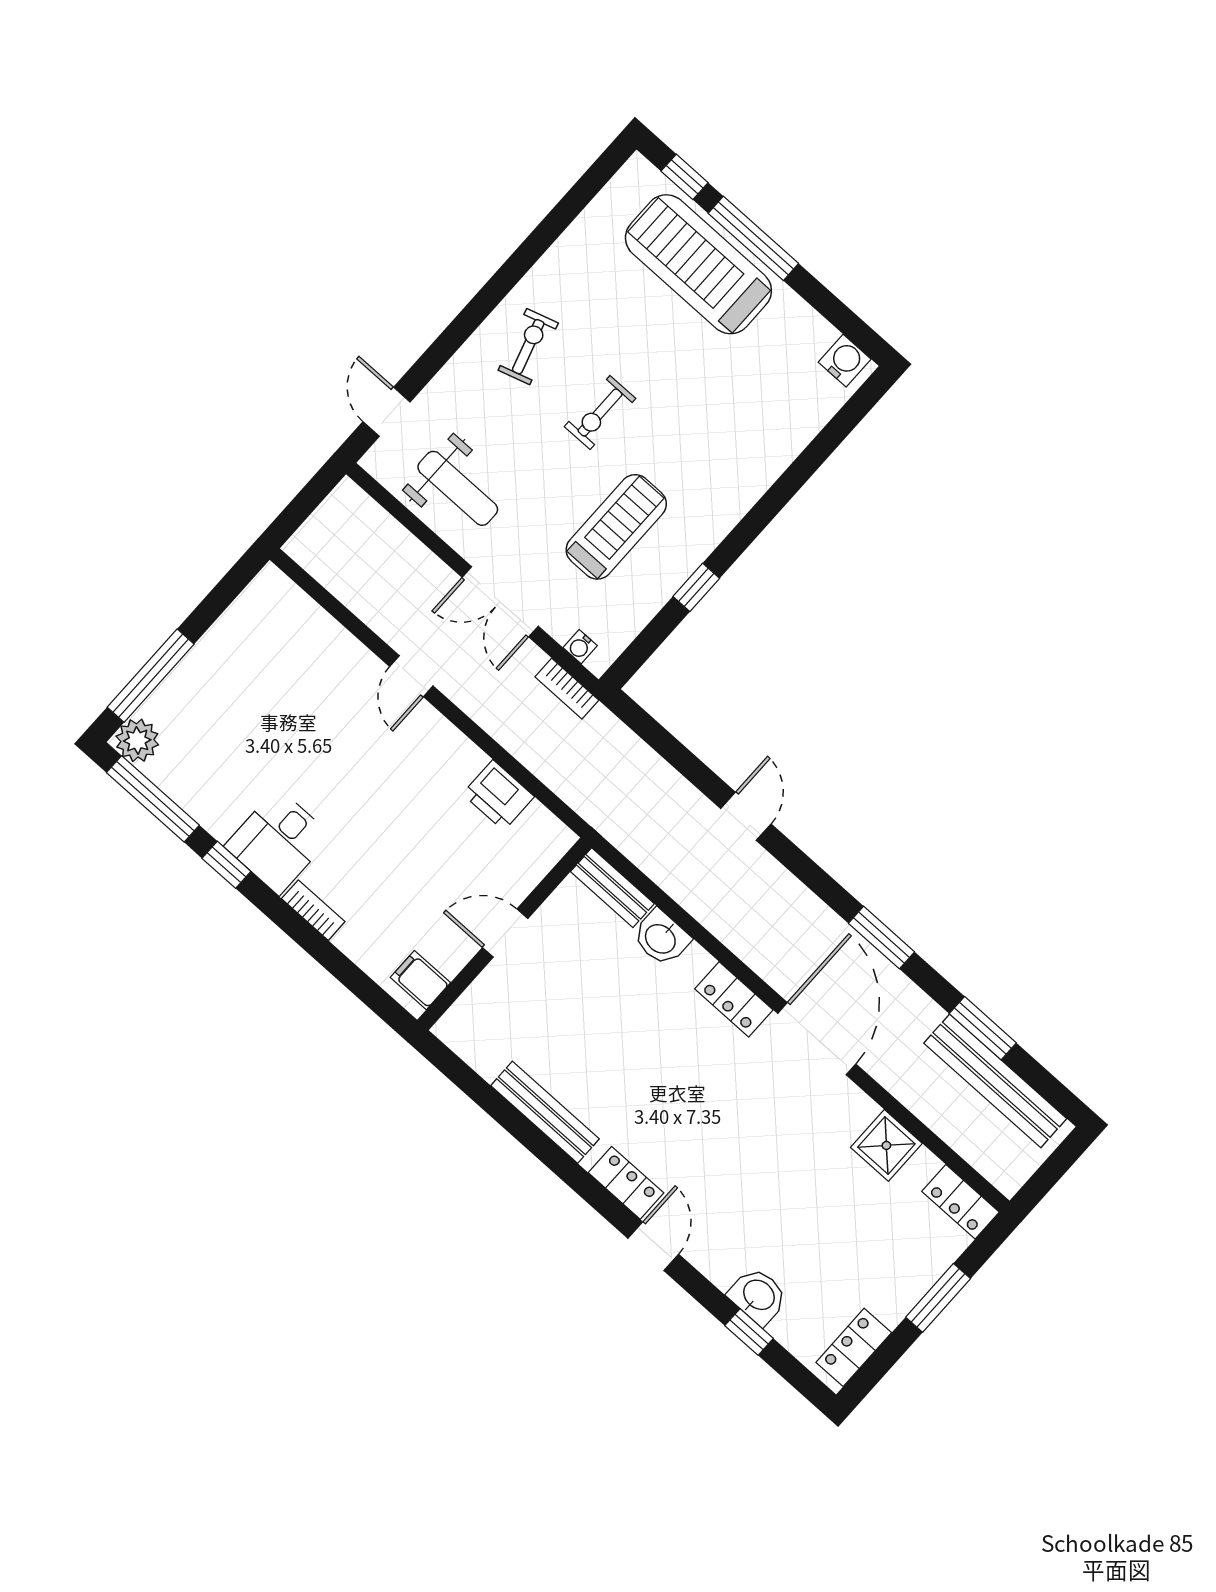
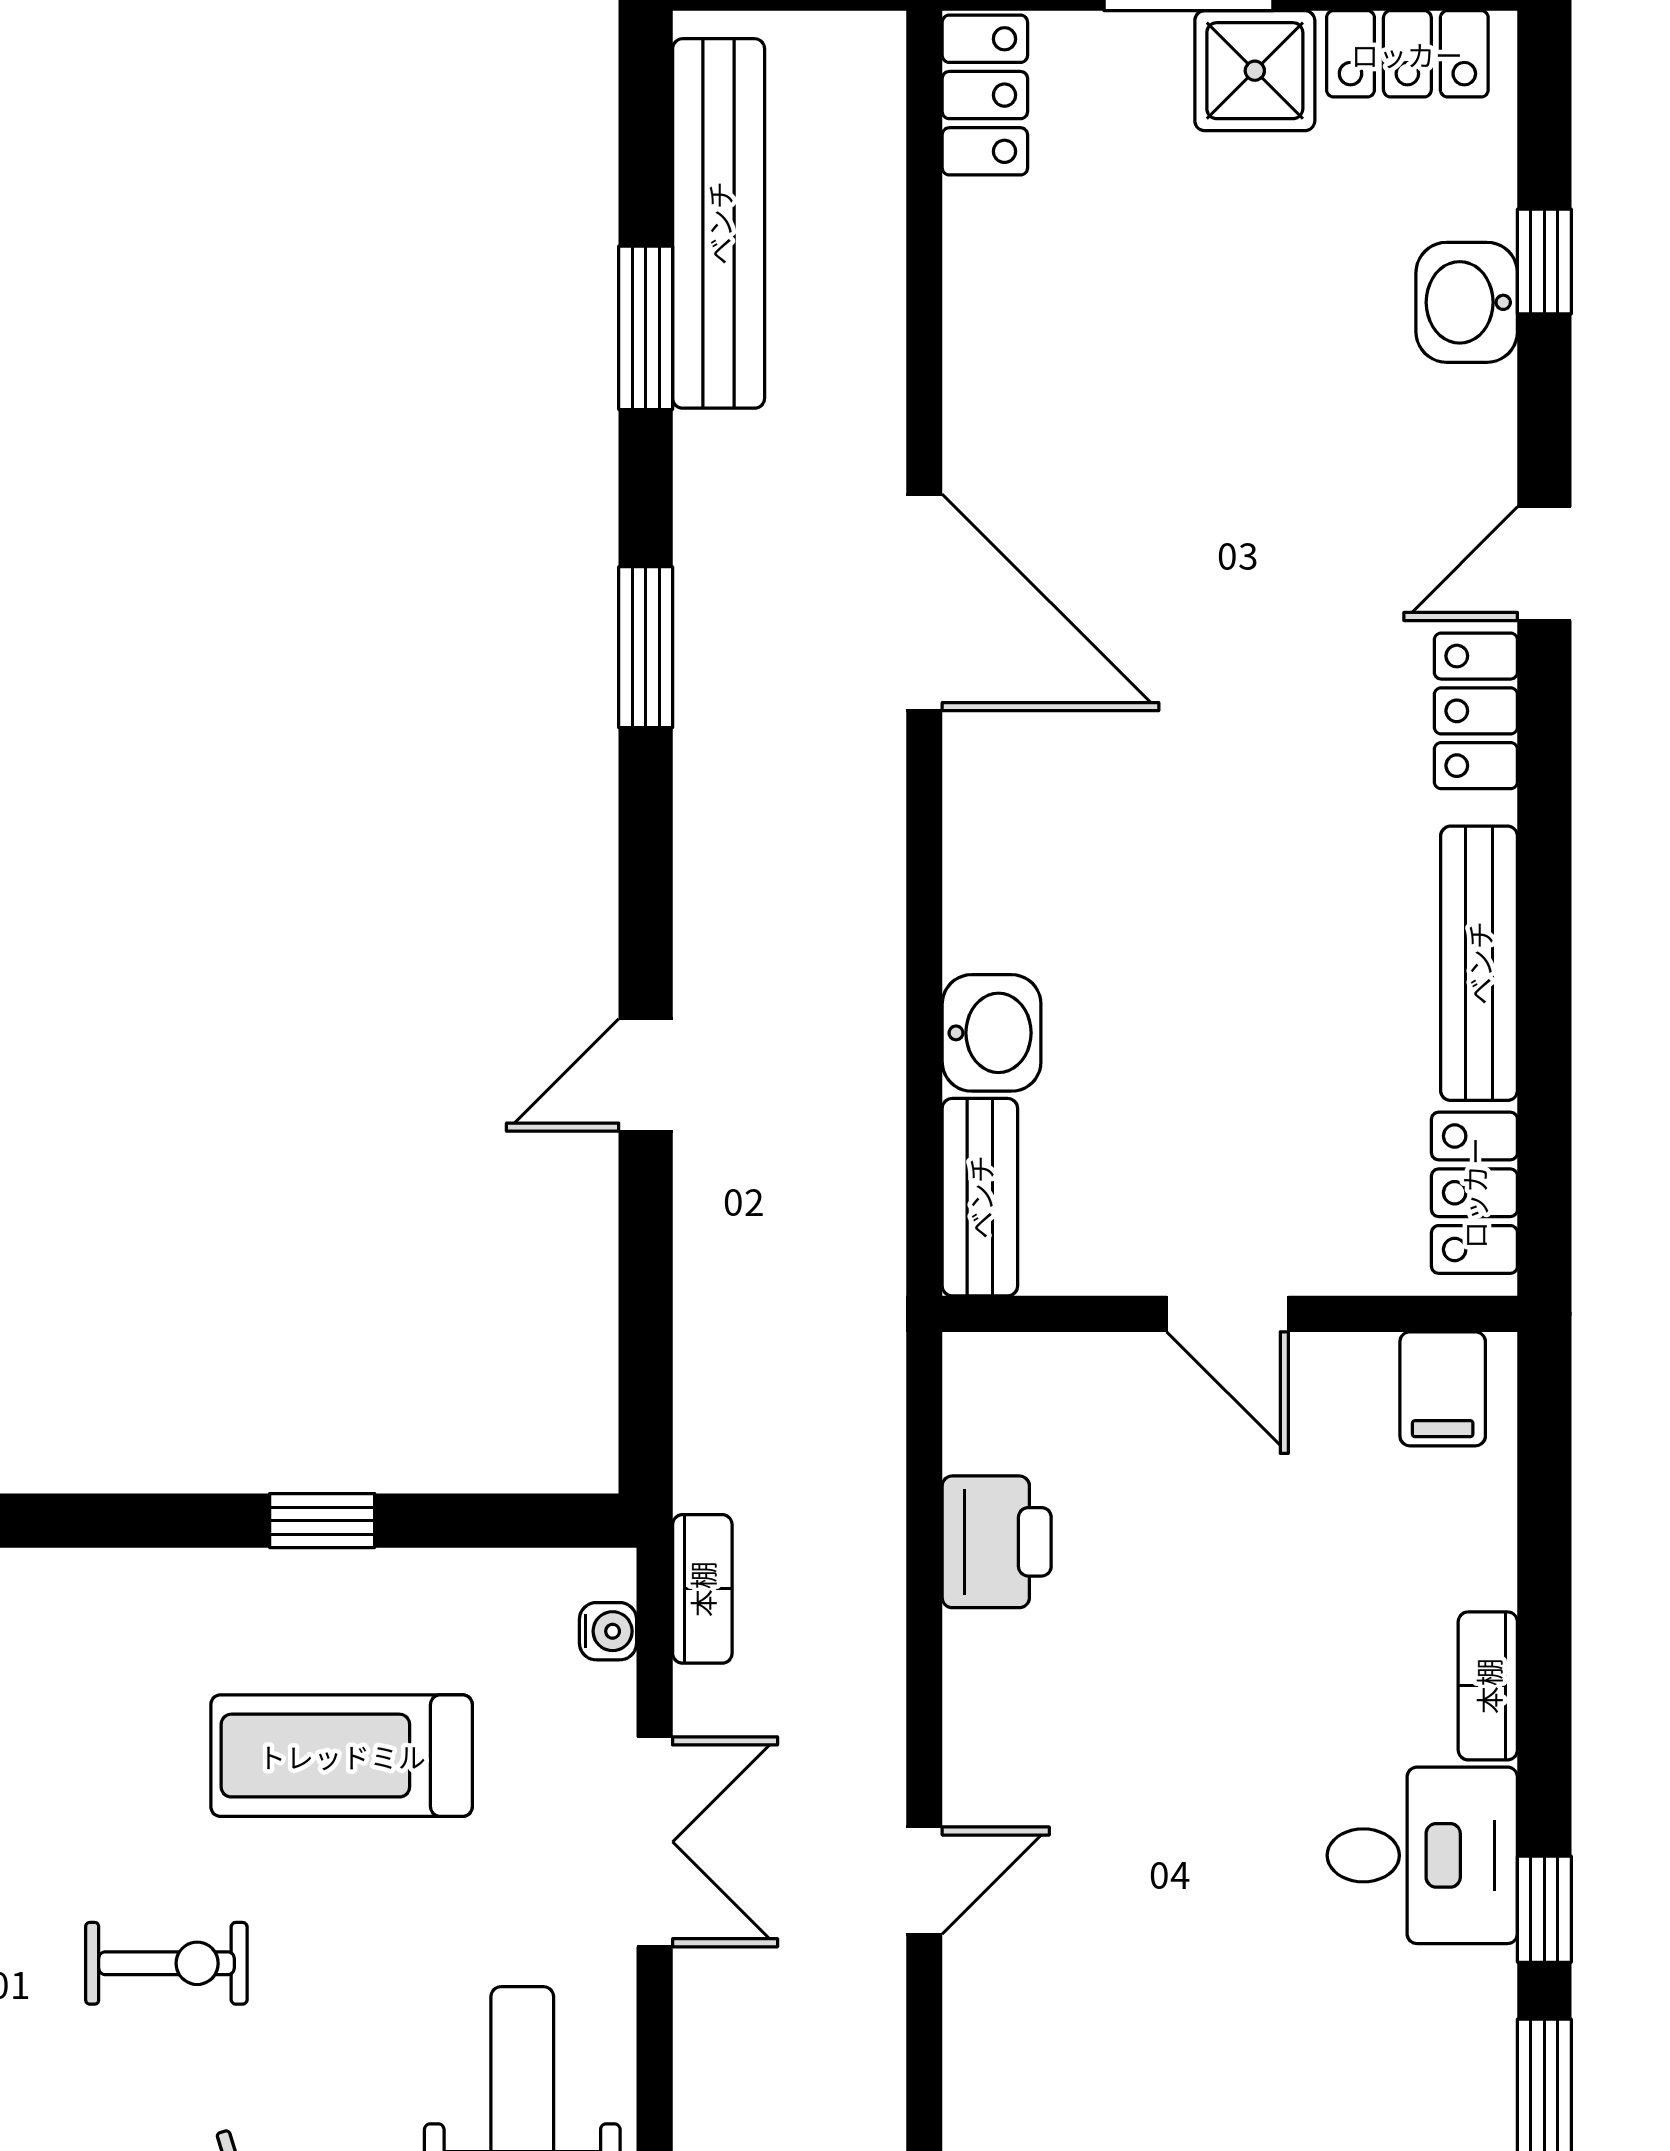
locker: (734, 999) -> (1474, 1193), moved, turned 180
door: (817, 1039) -> (924, 602), swing flipped
shower: (886, 1145) -> (1255, 71), moved

